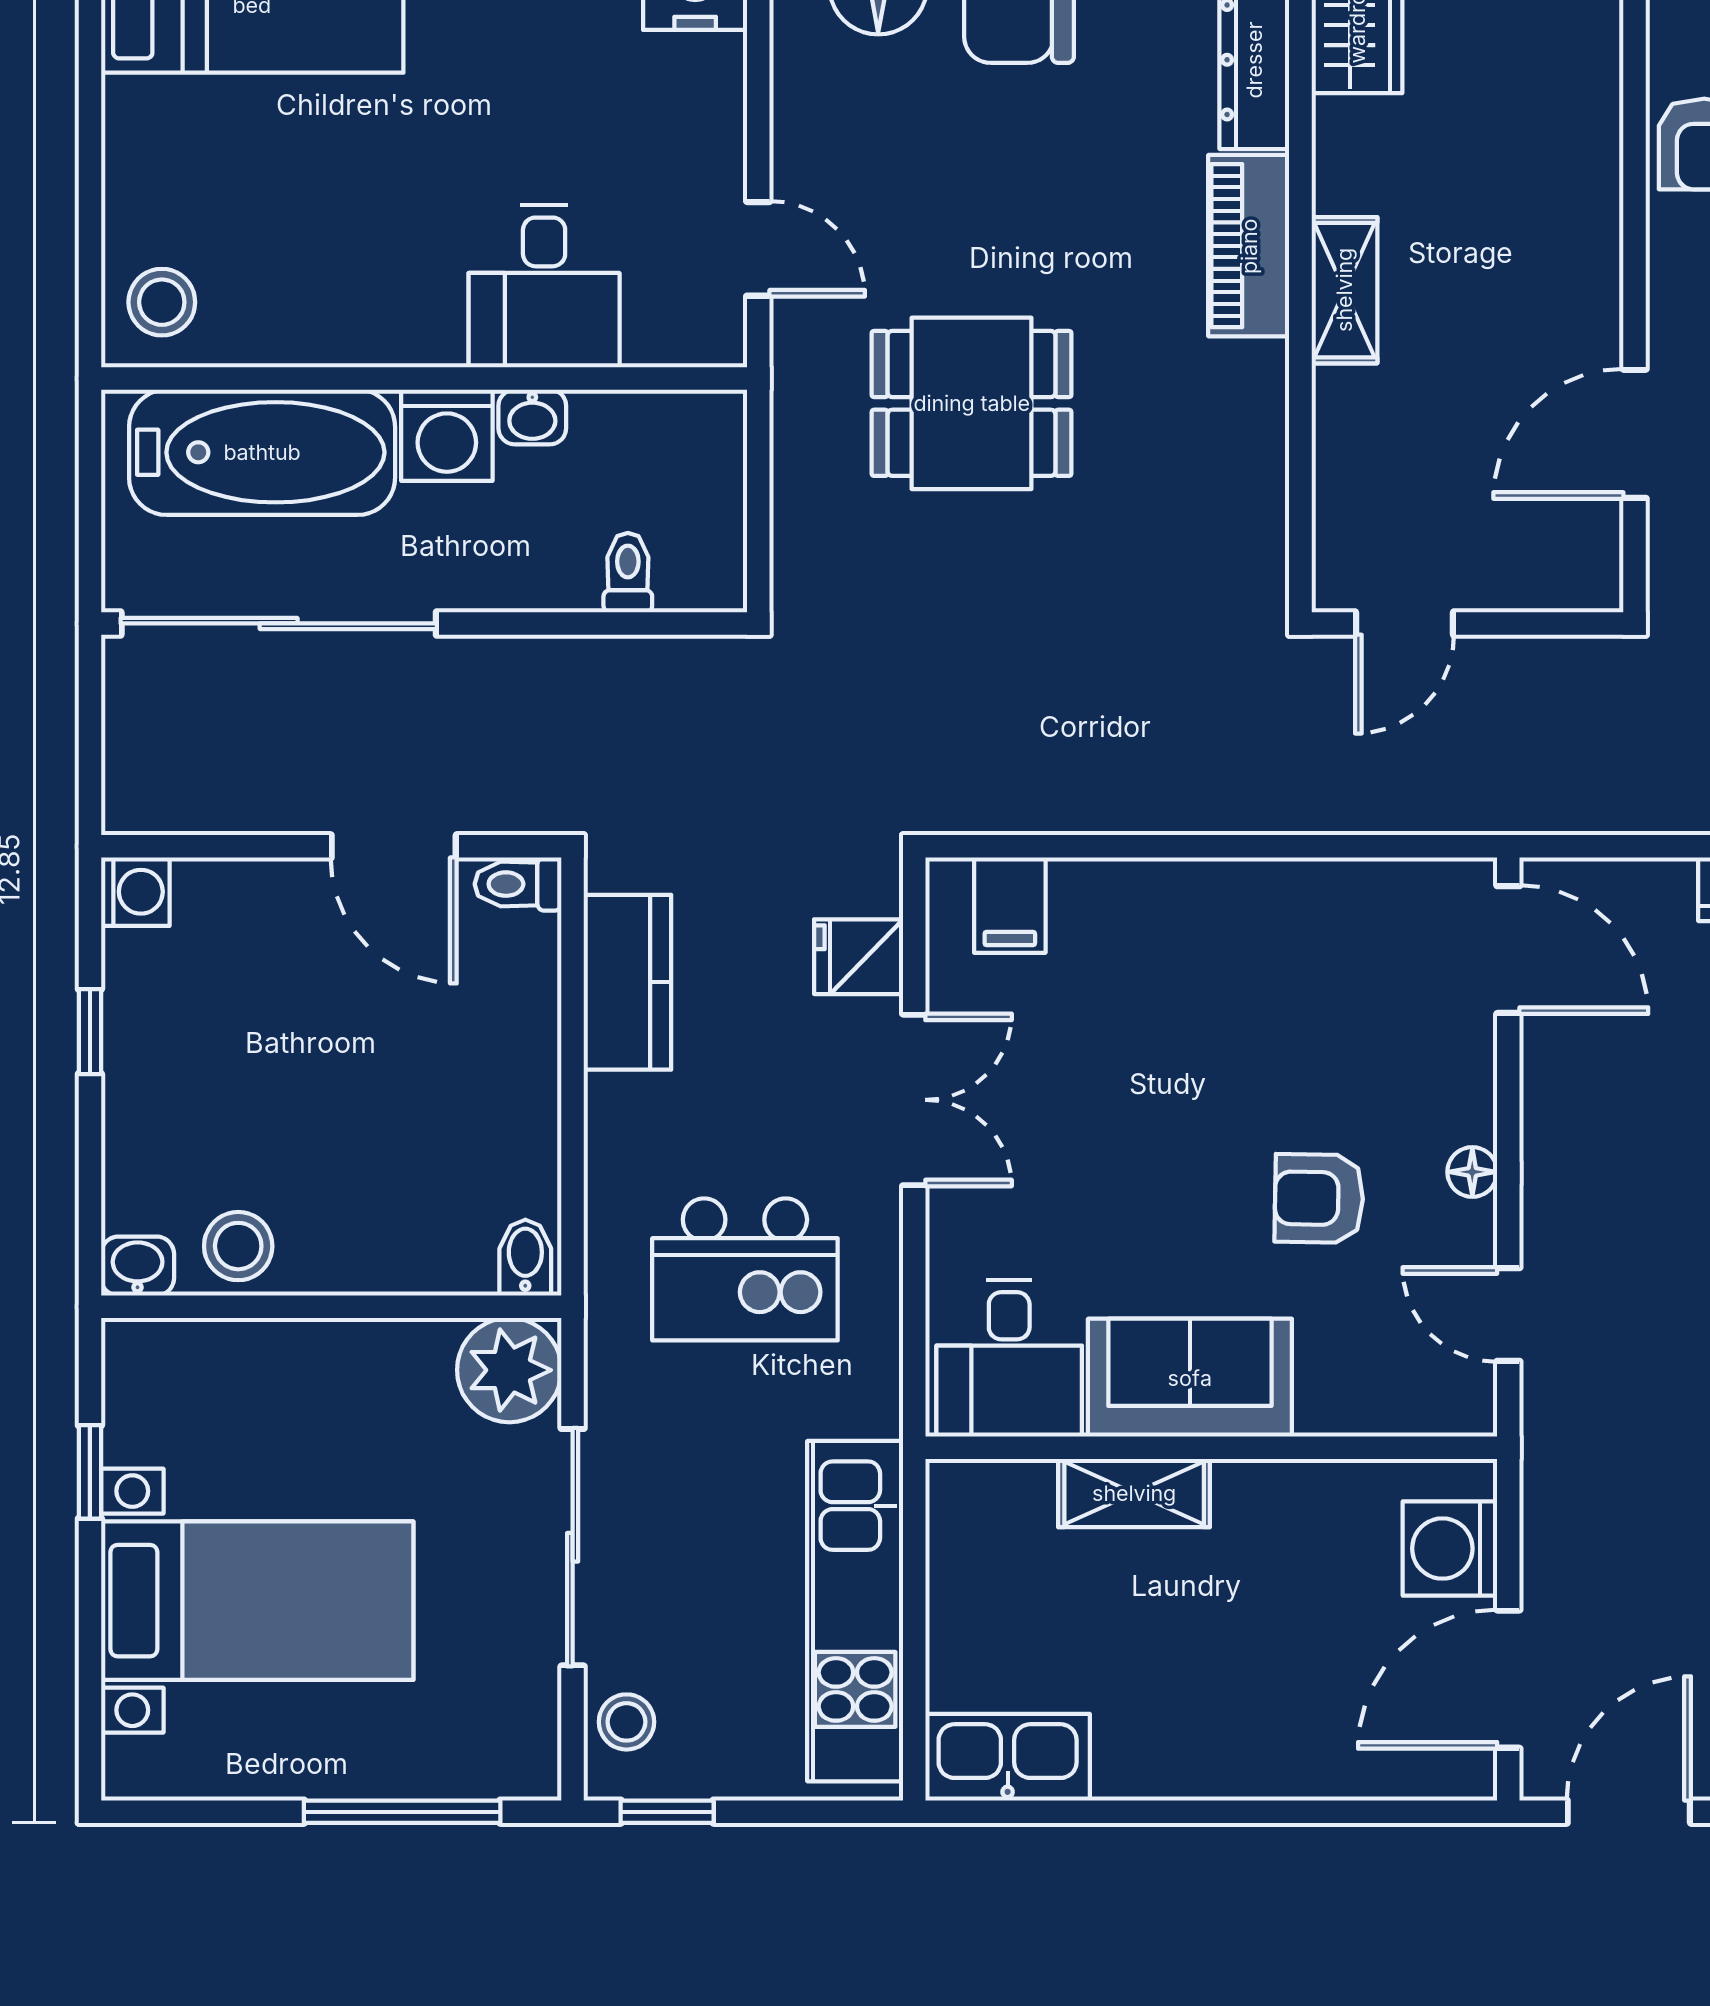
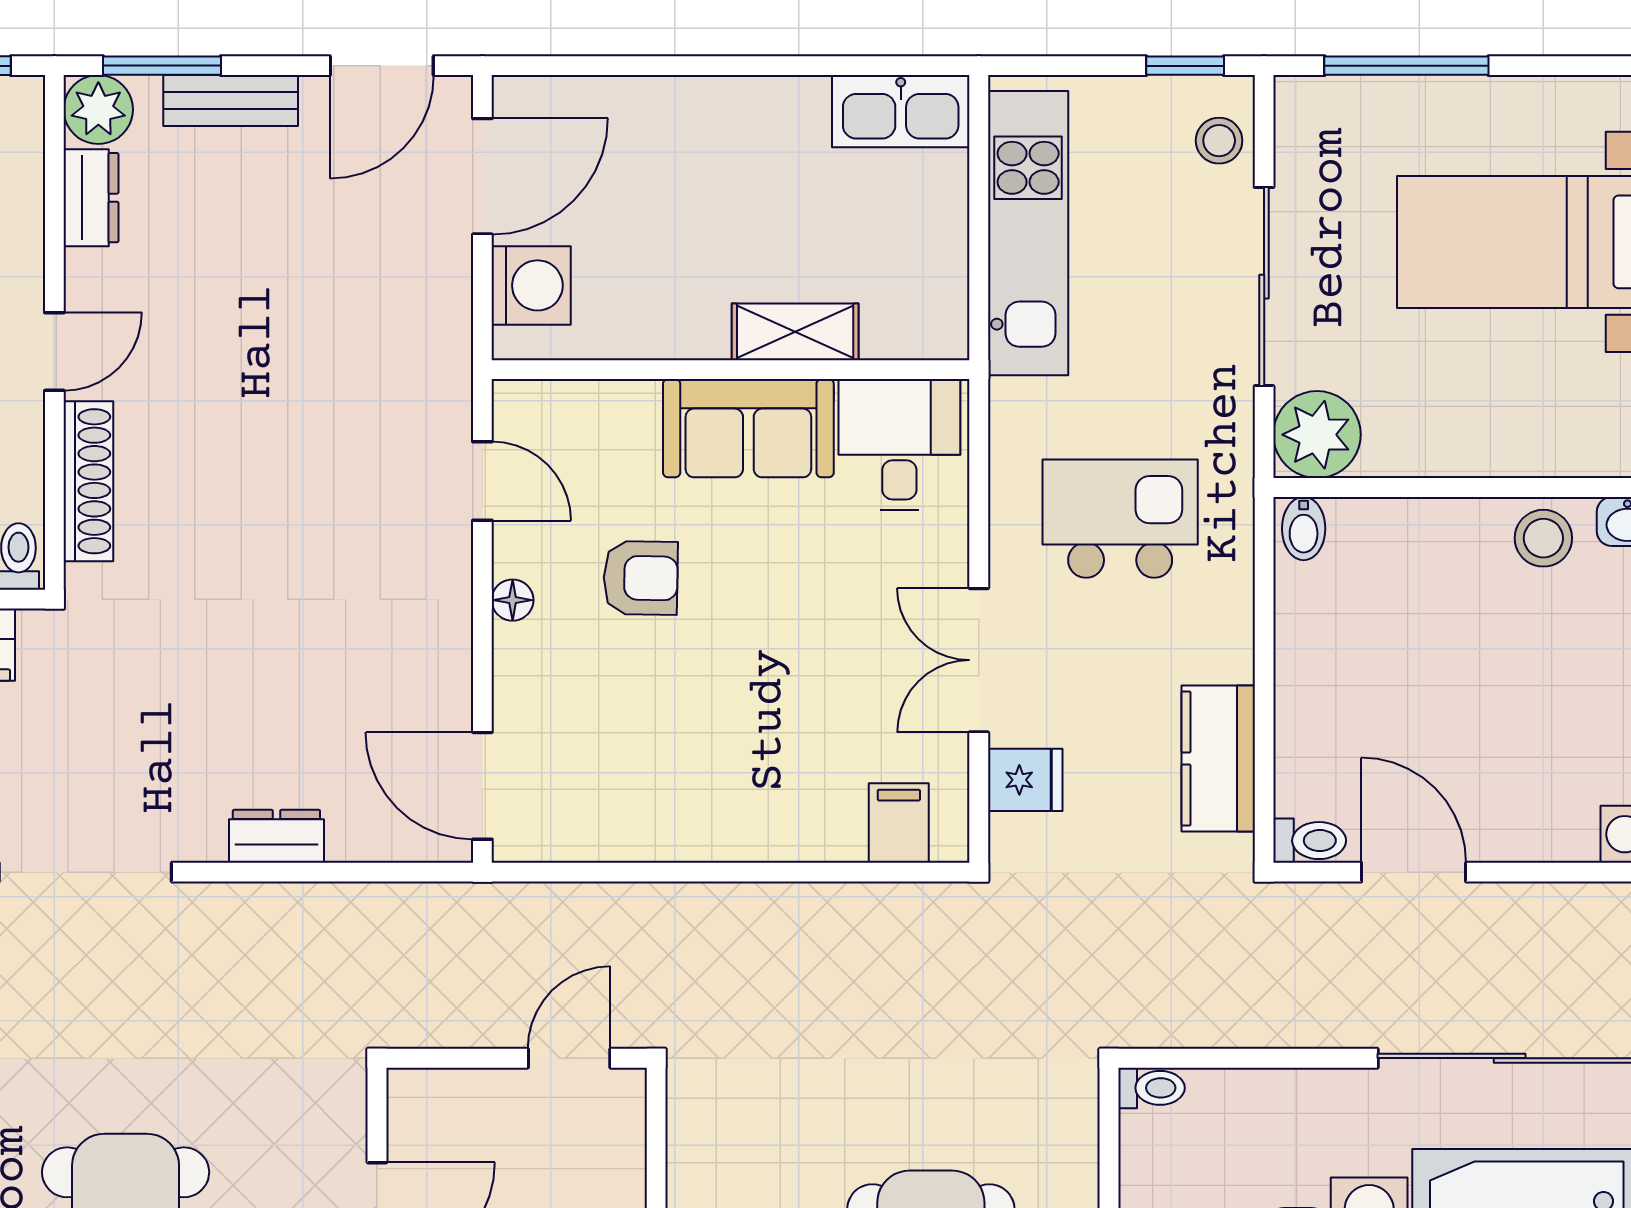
toilet: (628, 573) -> (1151, 1088), moved, turned -90

